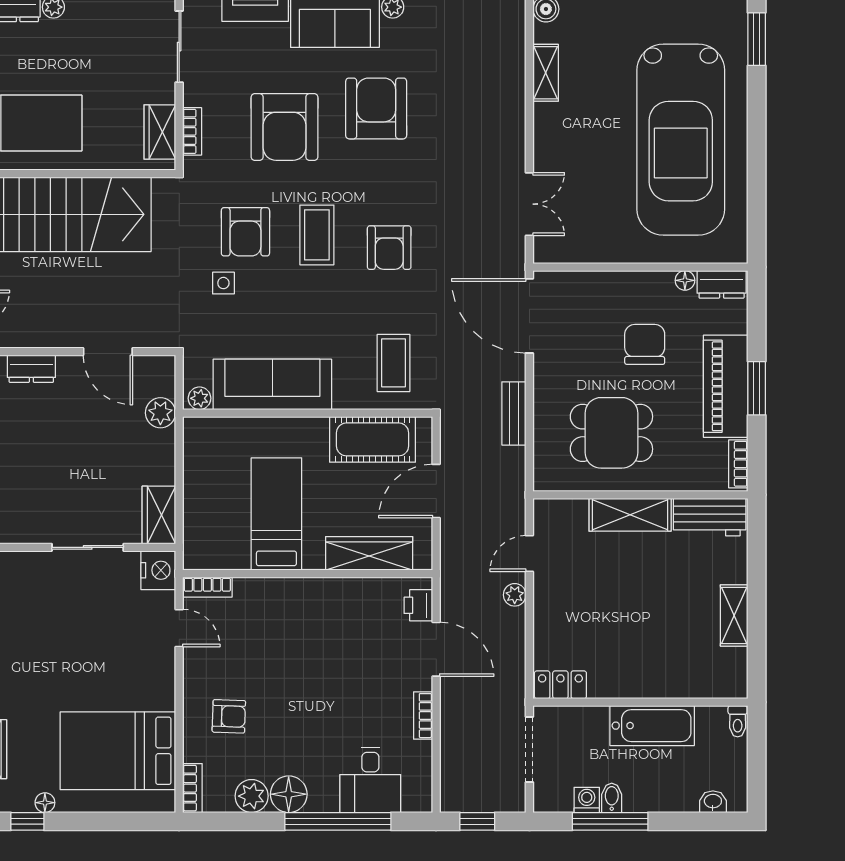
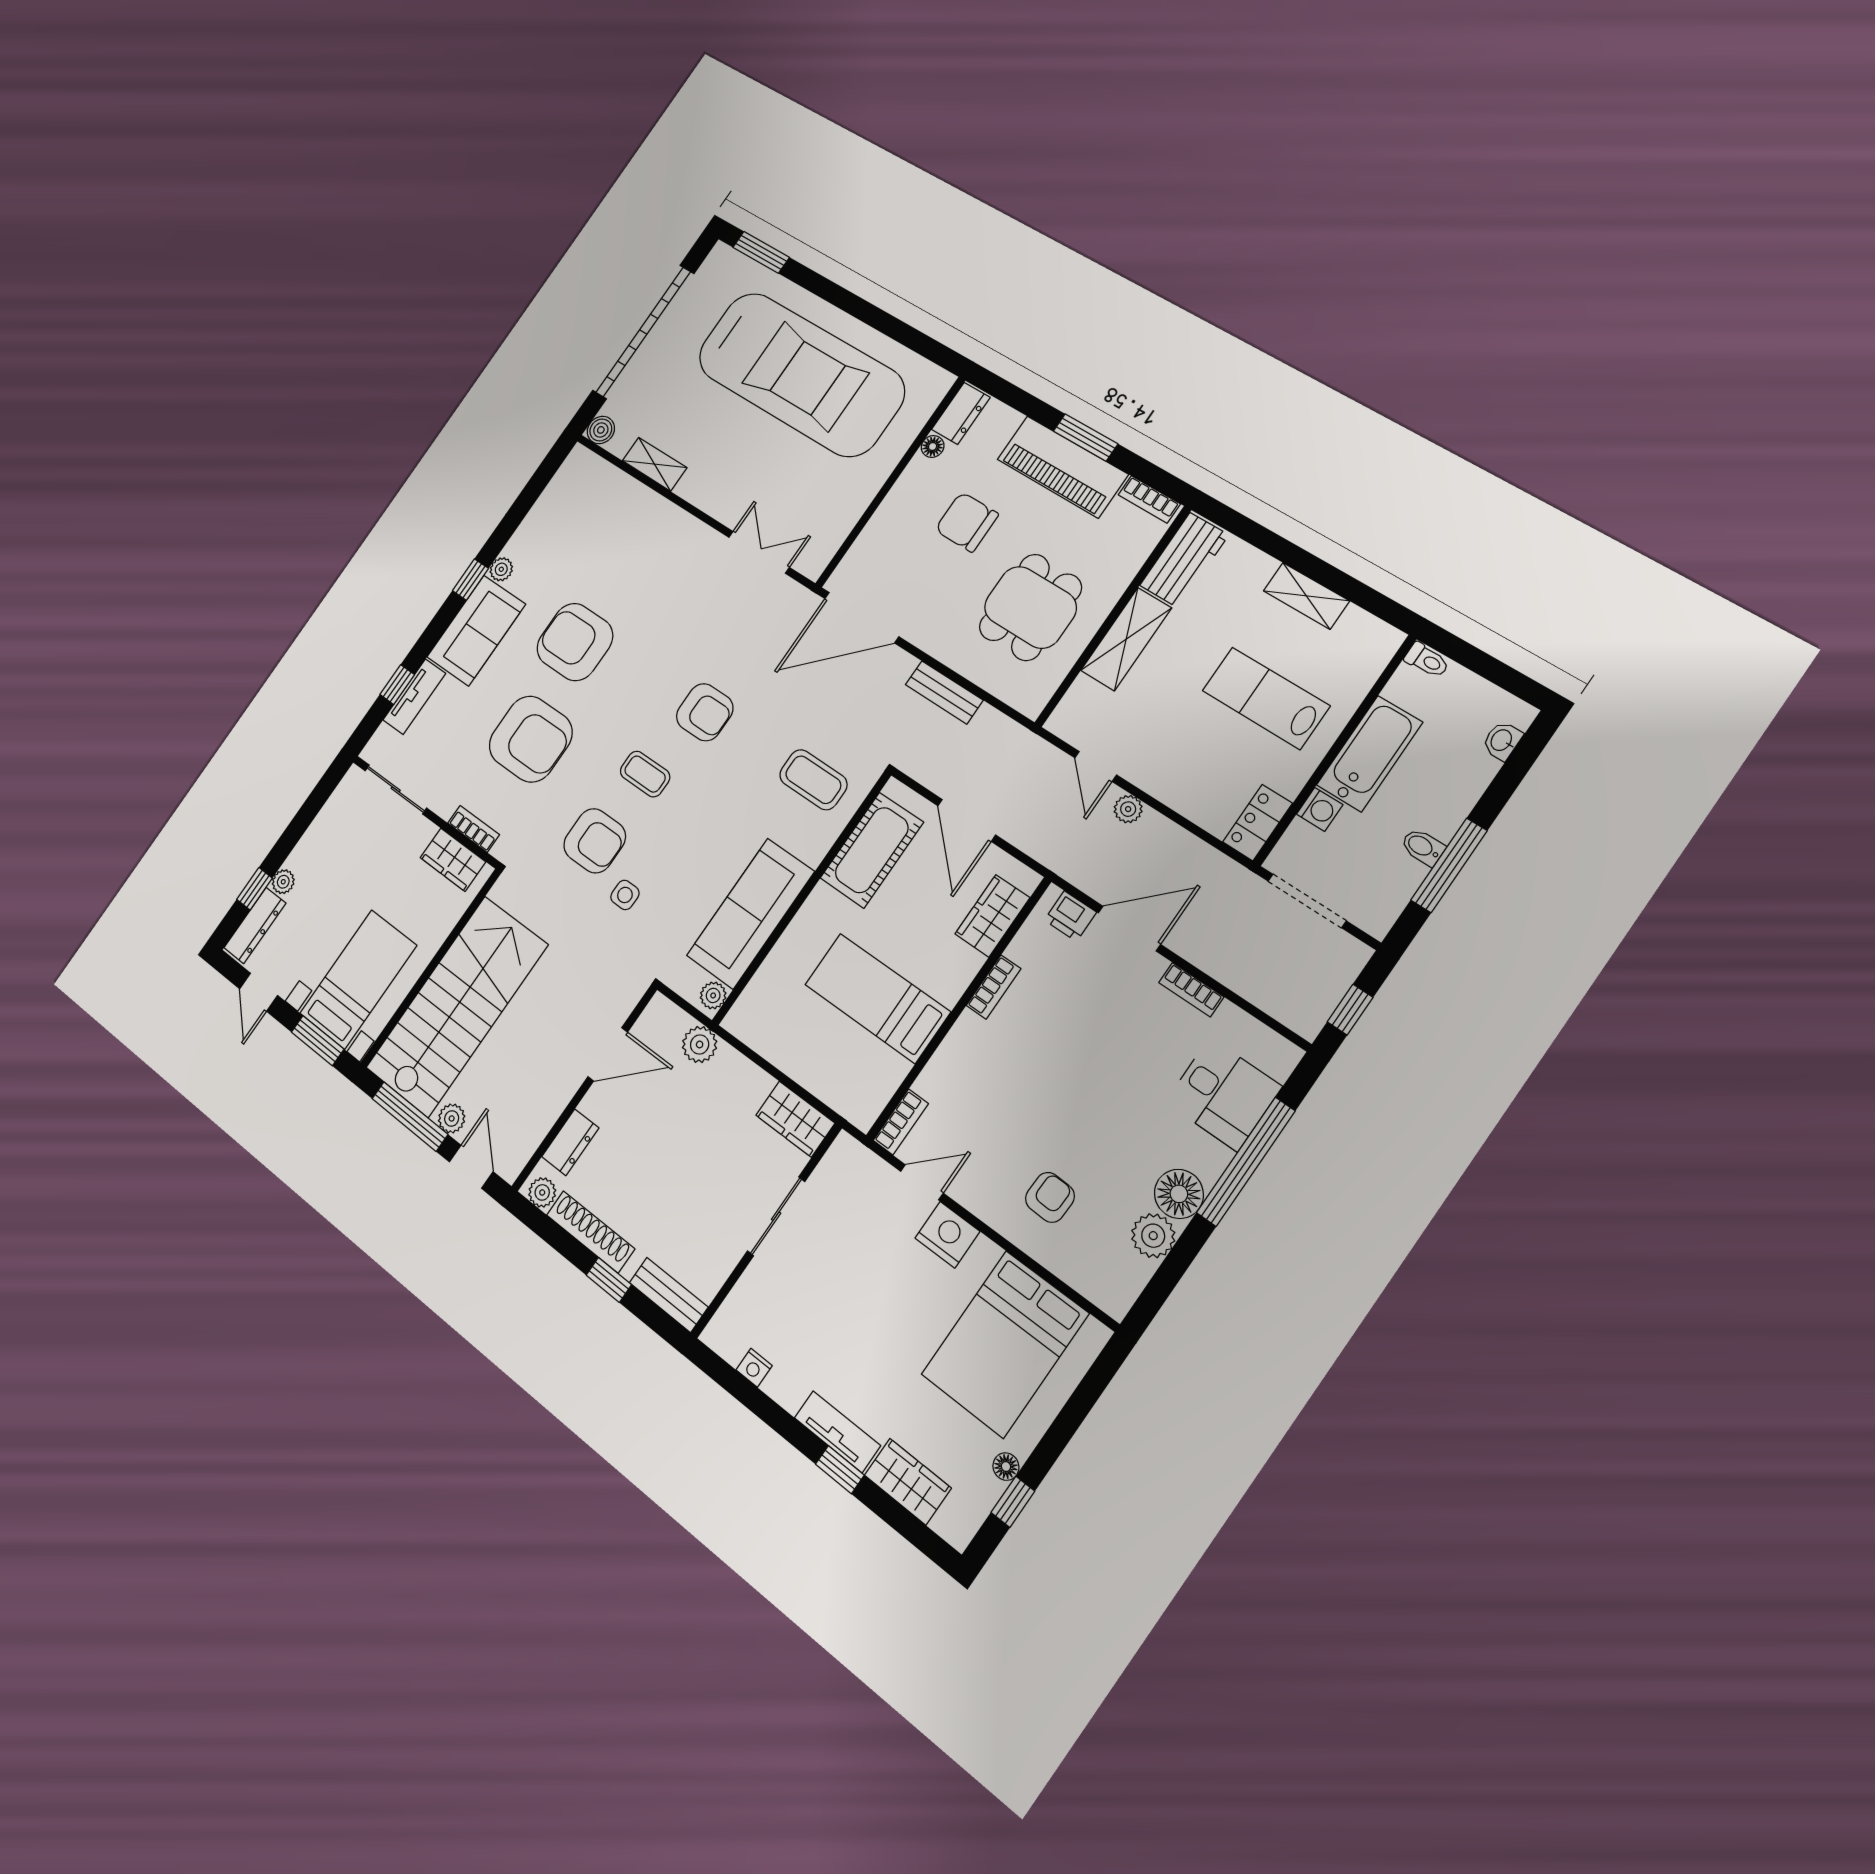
coffee table: (317, 235) -> (645, 774), width x0.73, depth x0.77
wardrobe: (369, 553) -> (992, 916), width x0.67
nightstand: (158, 570) -> (947, 1235), moved
lab bench: (647, 635) -> (1266, 698), added
bookcase: (192, 788) -> (994, 987), moved, turned 90
washing machine: (587, 800) -> (1320, 809), moved, turned 180

